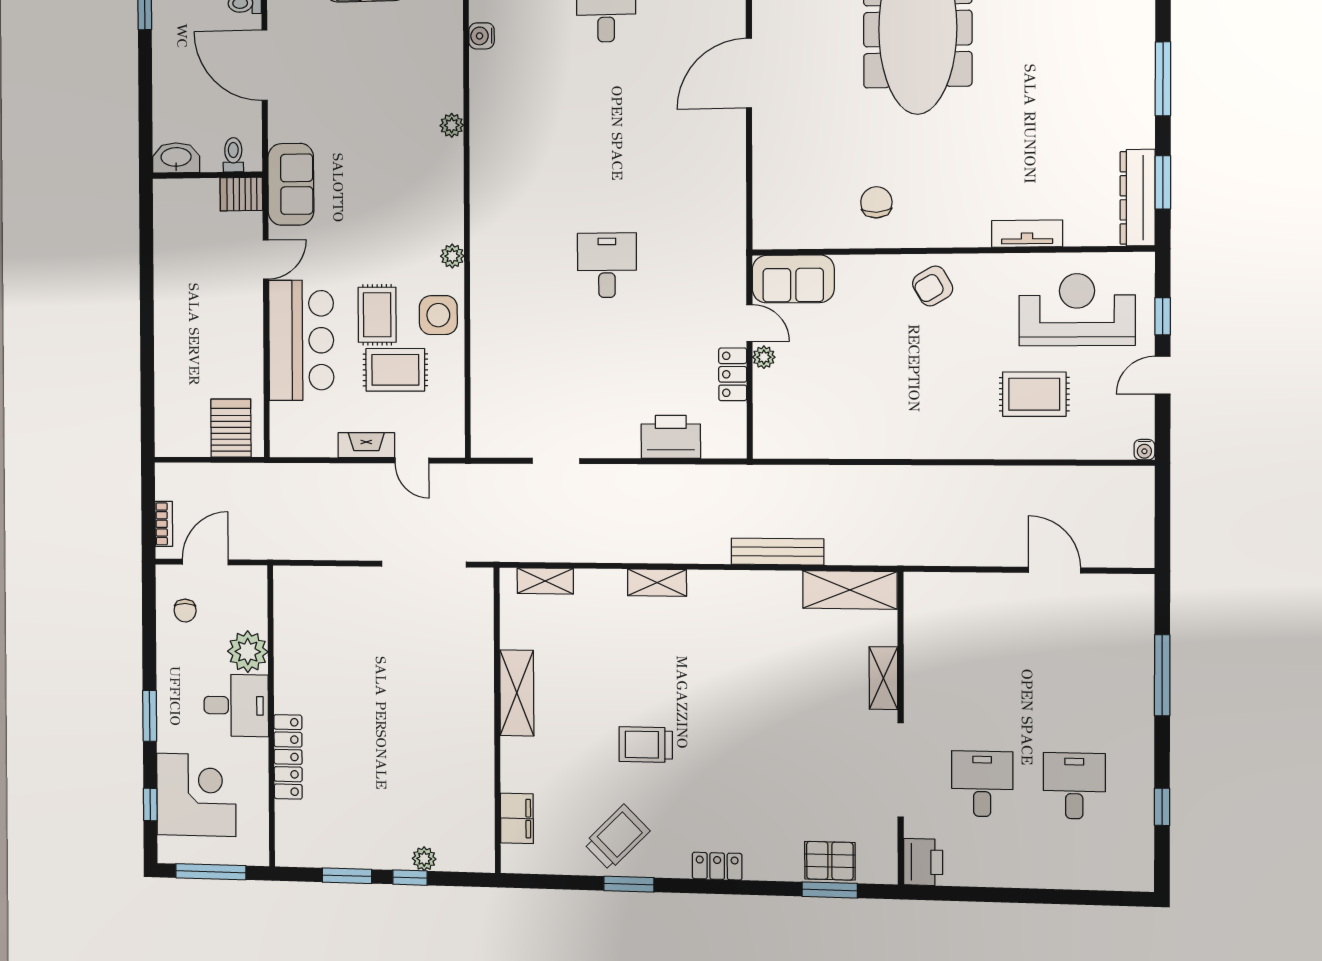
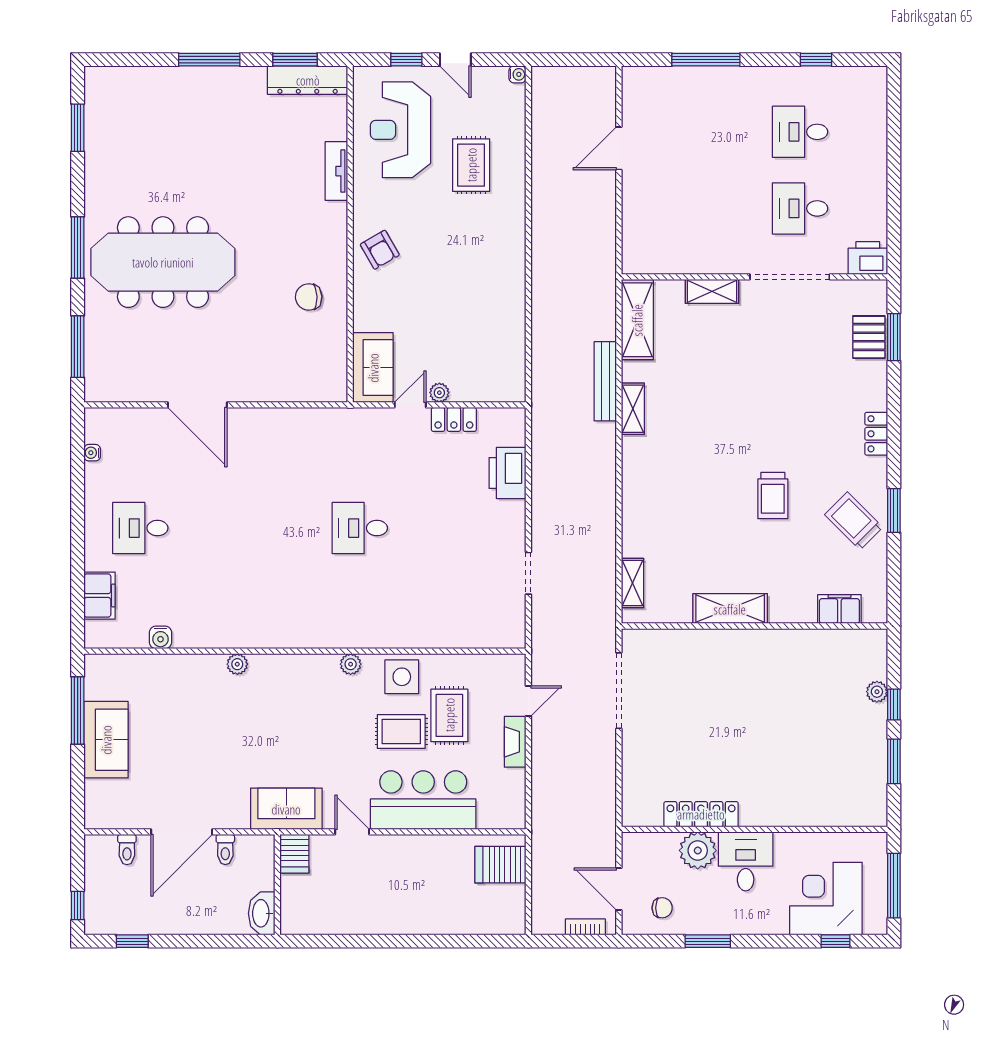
toilet: (233, 155) -> (225, 850), moved, turned -90
shelving: (657, 583) -> (633, 409), moved
window: (150, 716) -> (708, 941), moved
locker: (288, 757) -> (701, 814), moved

